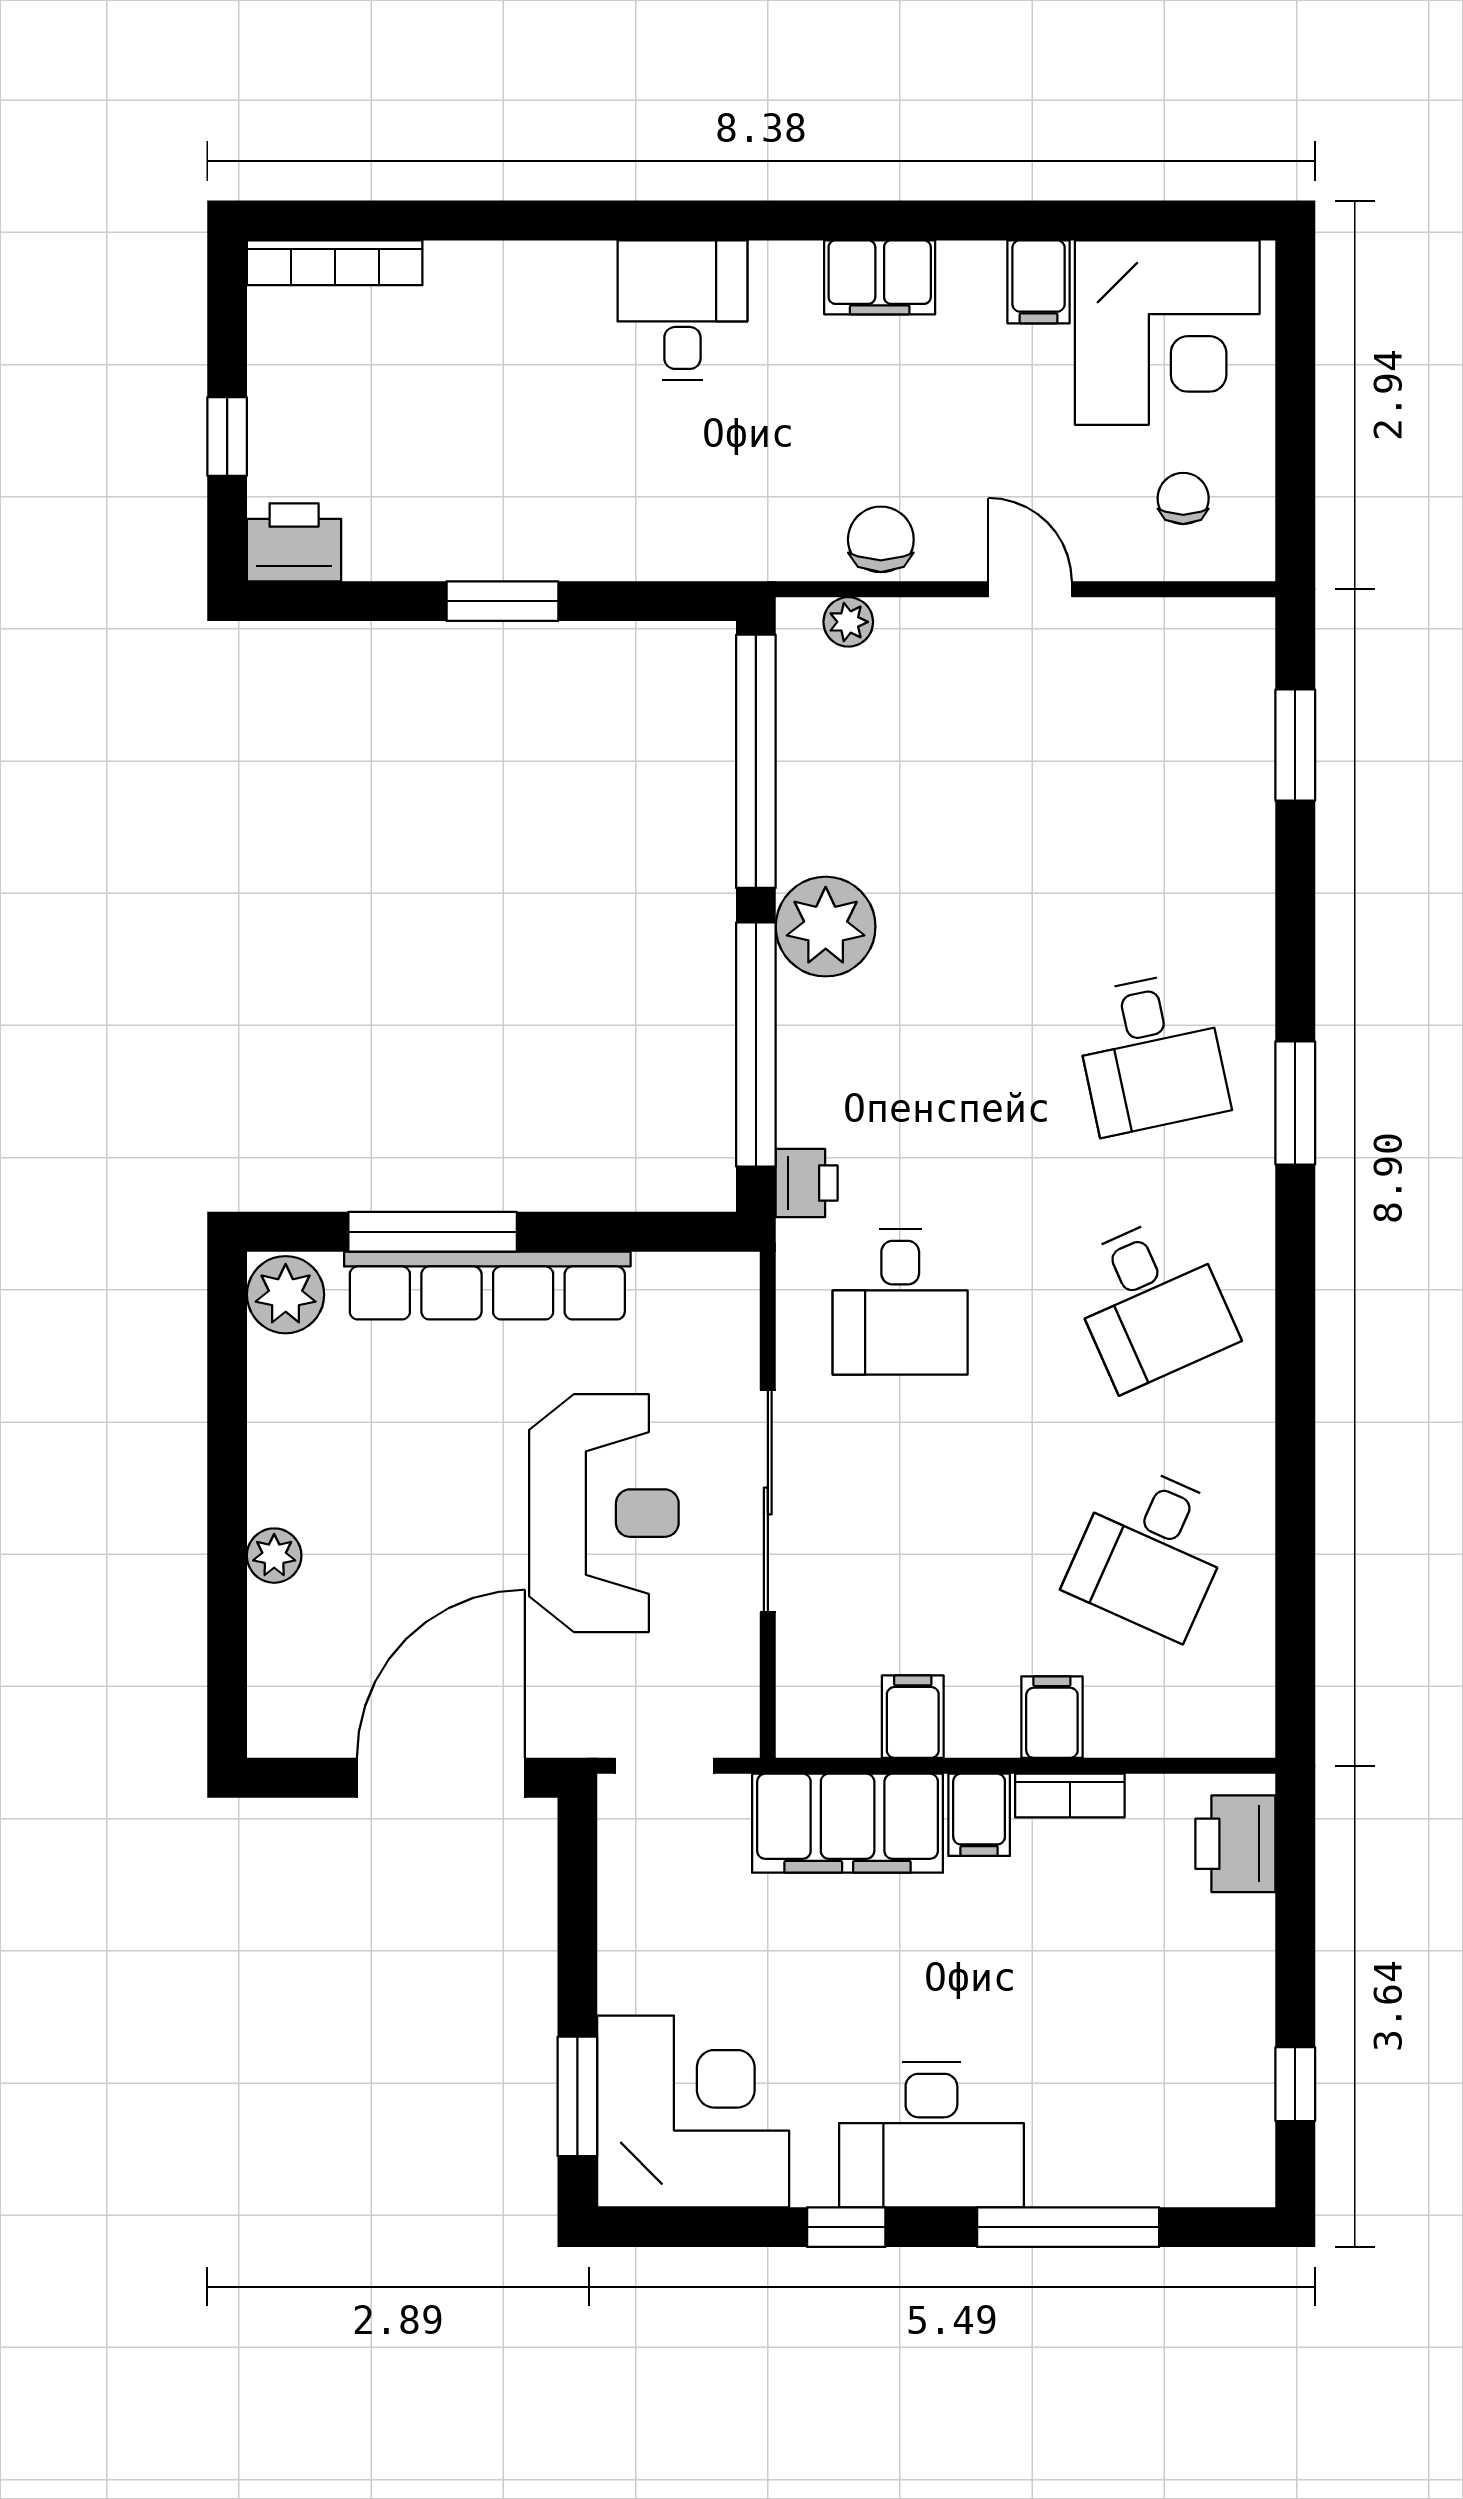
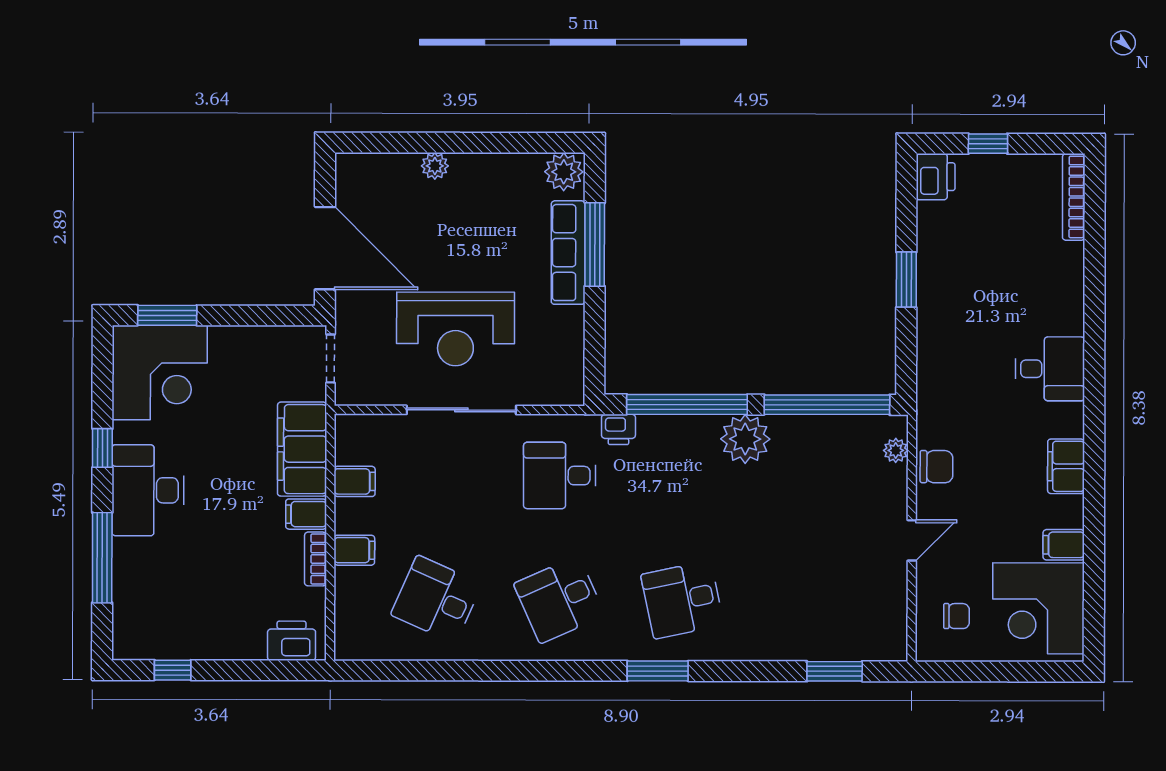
row of seats: (487, 1286) -> (568, 253), width x0.73

